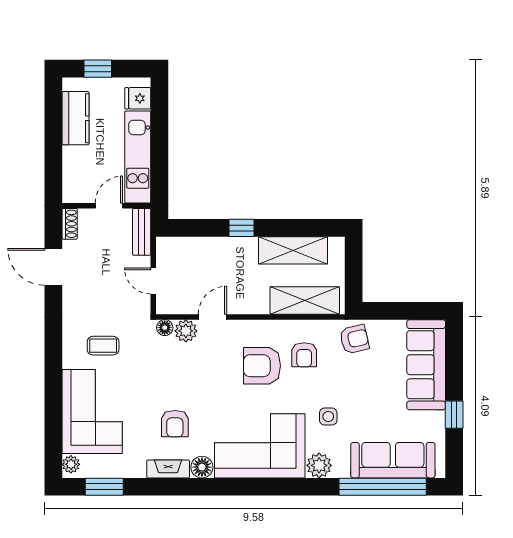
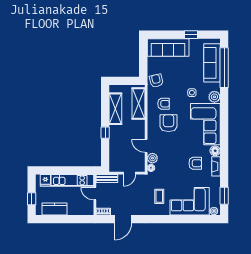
armchair: (262, 366) -> (169, 123), turned 180

